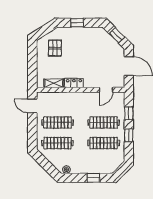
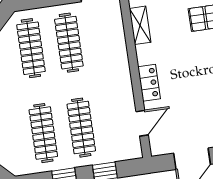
locker: (74, 83) -> (149, 83), moved
door: (106, 90) -> (142, 123), swing flipped

